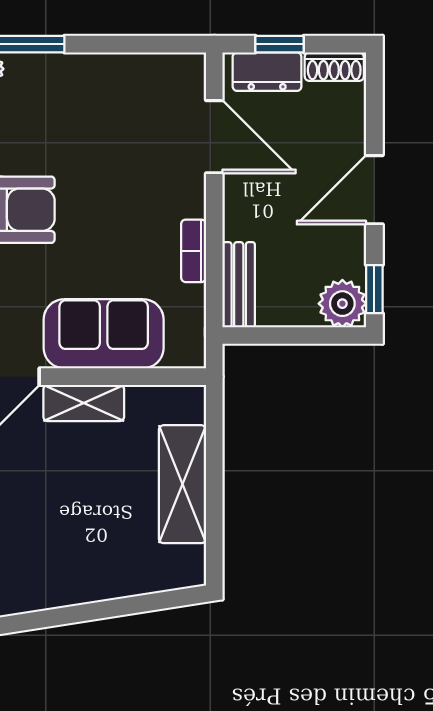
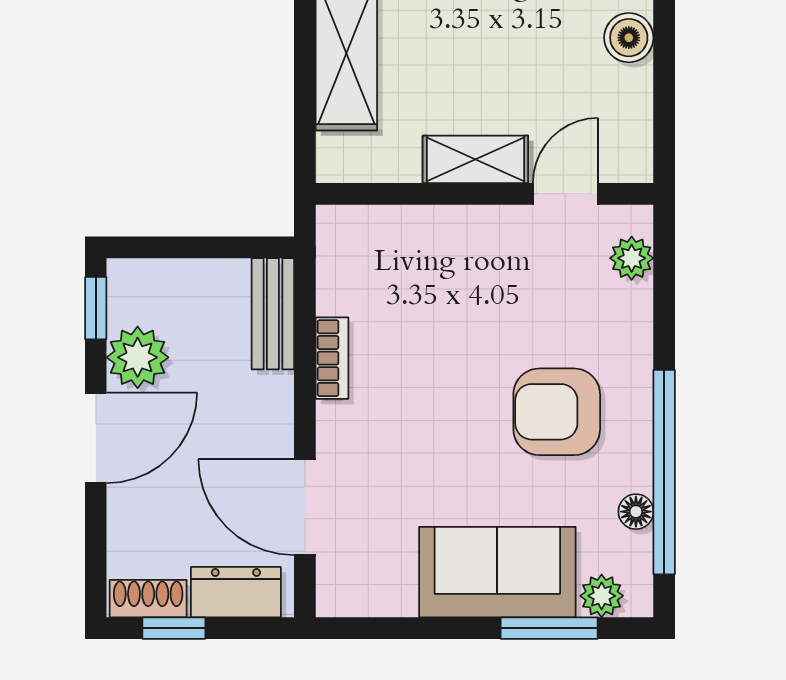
window: (279, 44) -> (174, 628), moved
plant: (342, 304) -> (138, 357), moved
sofa: (104, 334) -> (497, 572), moved, turned 180

